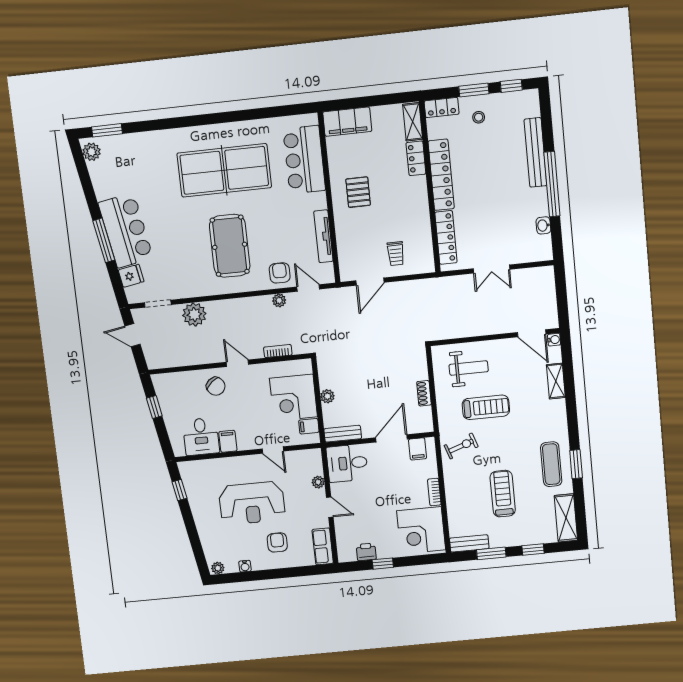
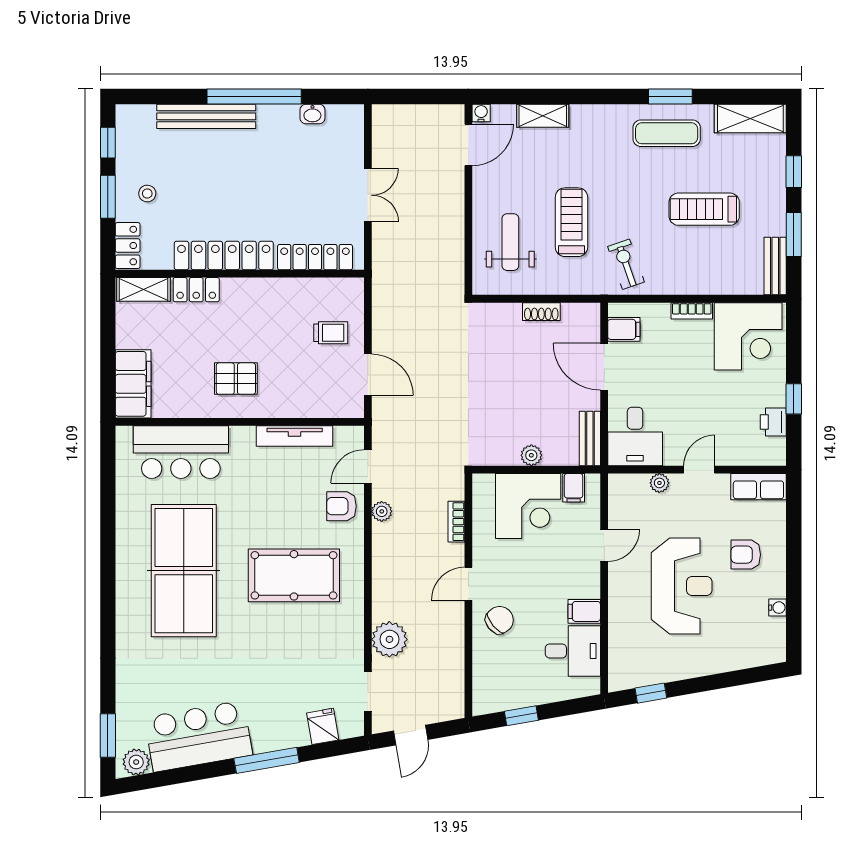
bar counter: (126, 231) -> (198, 736), moved
plant: (218, 568) -> (776, 649), removed

